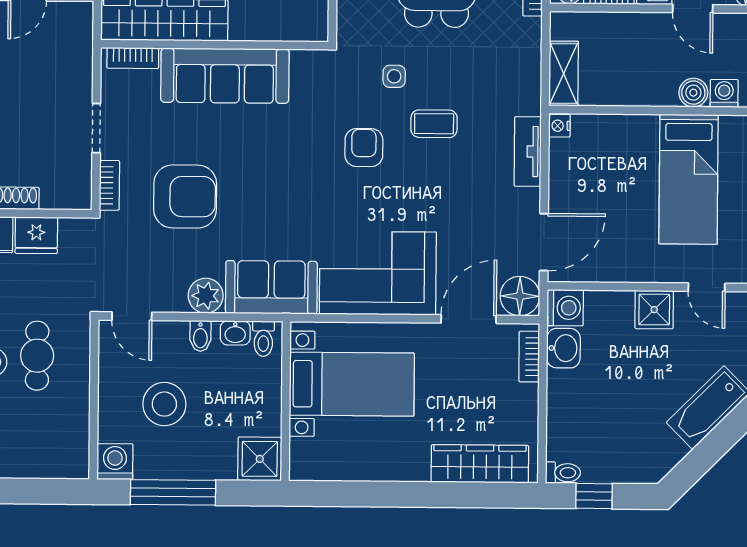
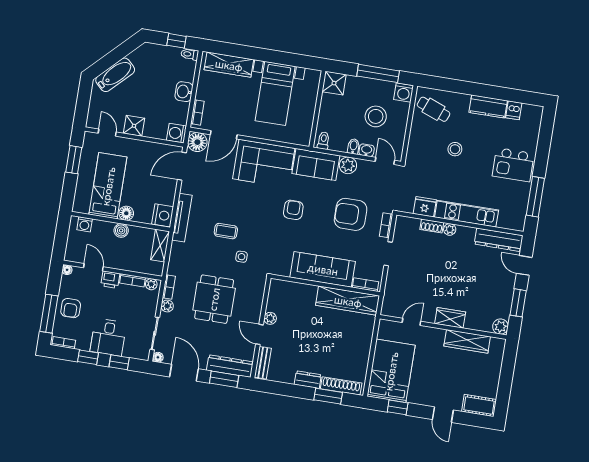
boiler: (693, 93) -> (121, 230), moved
nightstand: (559, 126) -> (163, 215), width x1.89, depth x1.79
floor lamp: (643, 129) -> (126, 213), added
armchair: (364, 148) -> (293, 210), moved, turned 180
tv unit: (528, 152) -> (182, 218), width x1.41
washbasin: (235, 333) -> (367, 150), moved
washbasin: (563, 348) -> (184, 92), moved
cafe table: (37, 356) -> (434, 109), moved, turned -69
bed with nightstands: (352, 384) -> (275, 93), moved, turned -90

